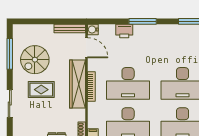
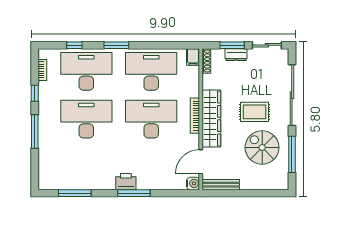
printer: (124, 31) -> (126, 182), moved
door: (86, 48) -> (201, 162), hinge flipped
spiral stairs: (35, 60) -> (262, 147), turned -90
sliding door: (10, 104) -> (292, 95), width x1.86

